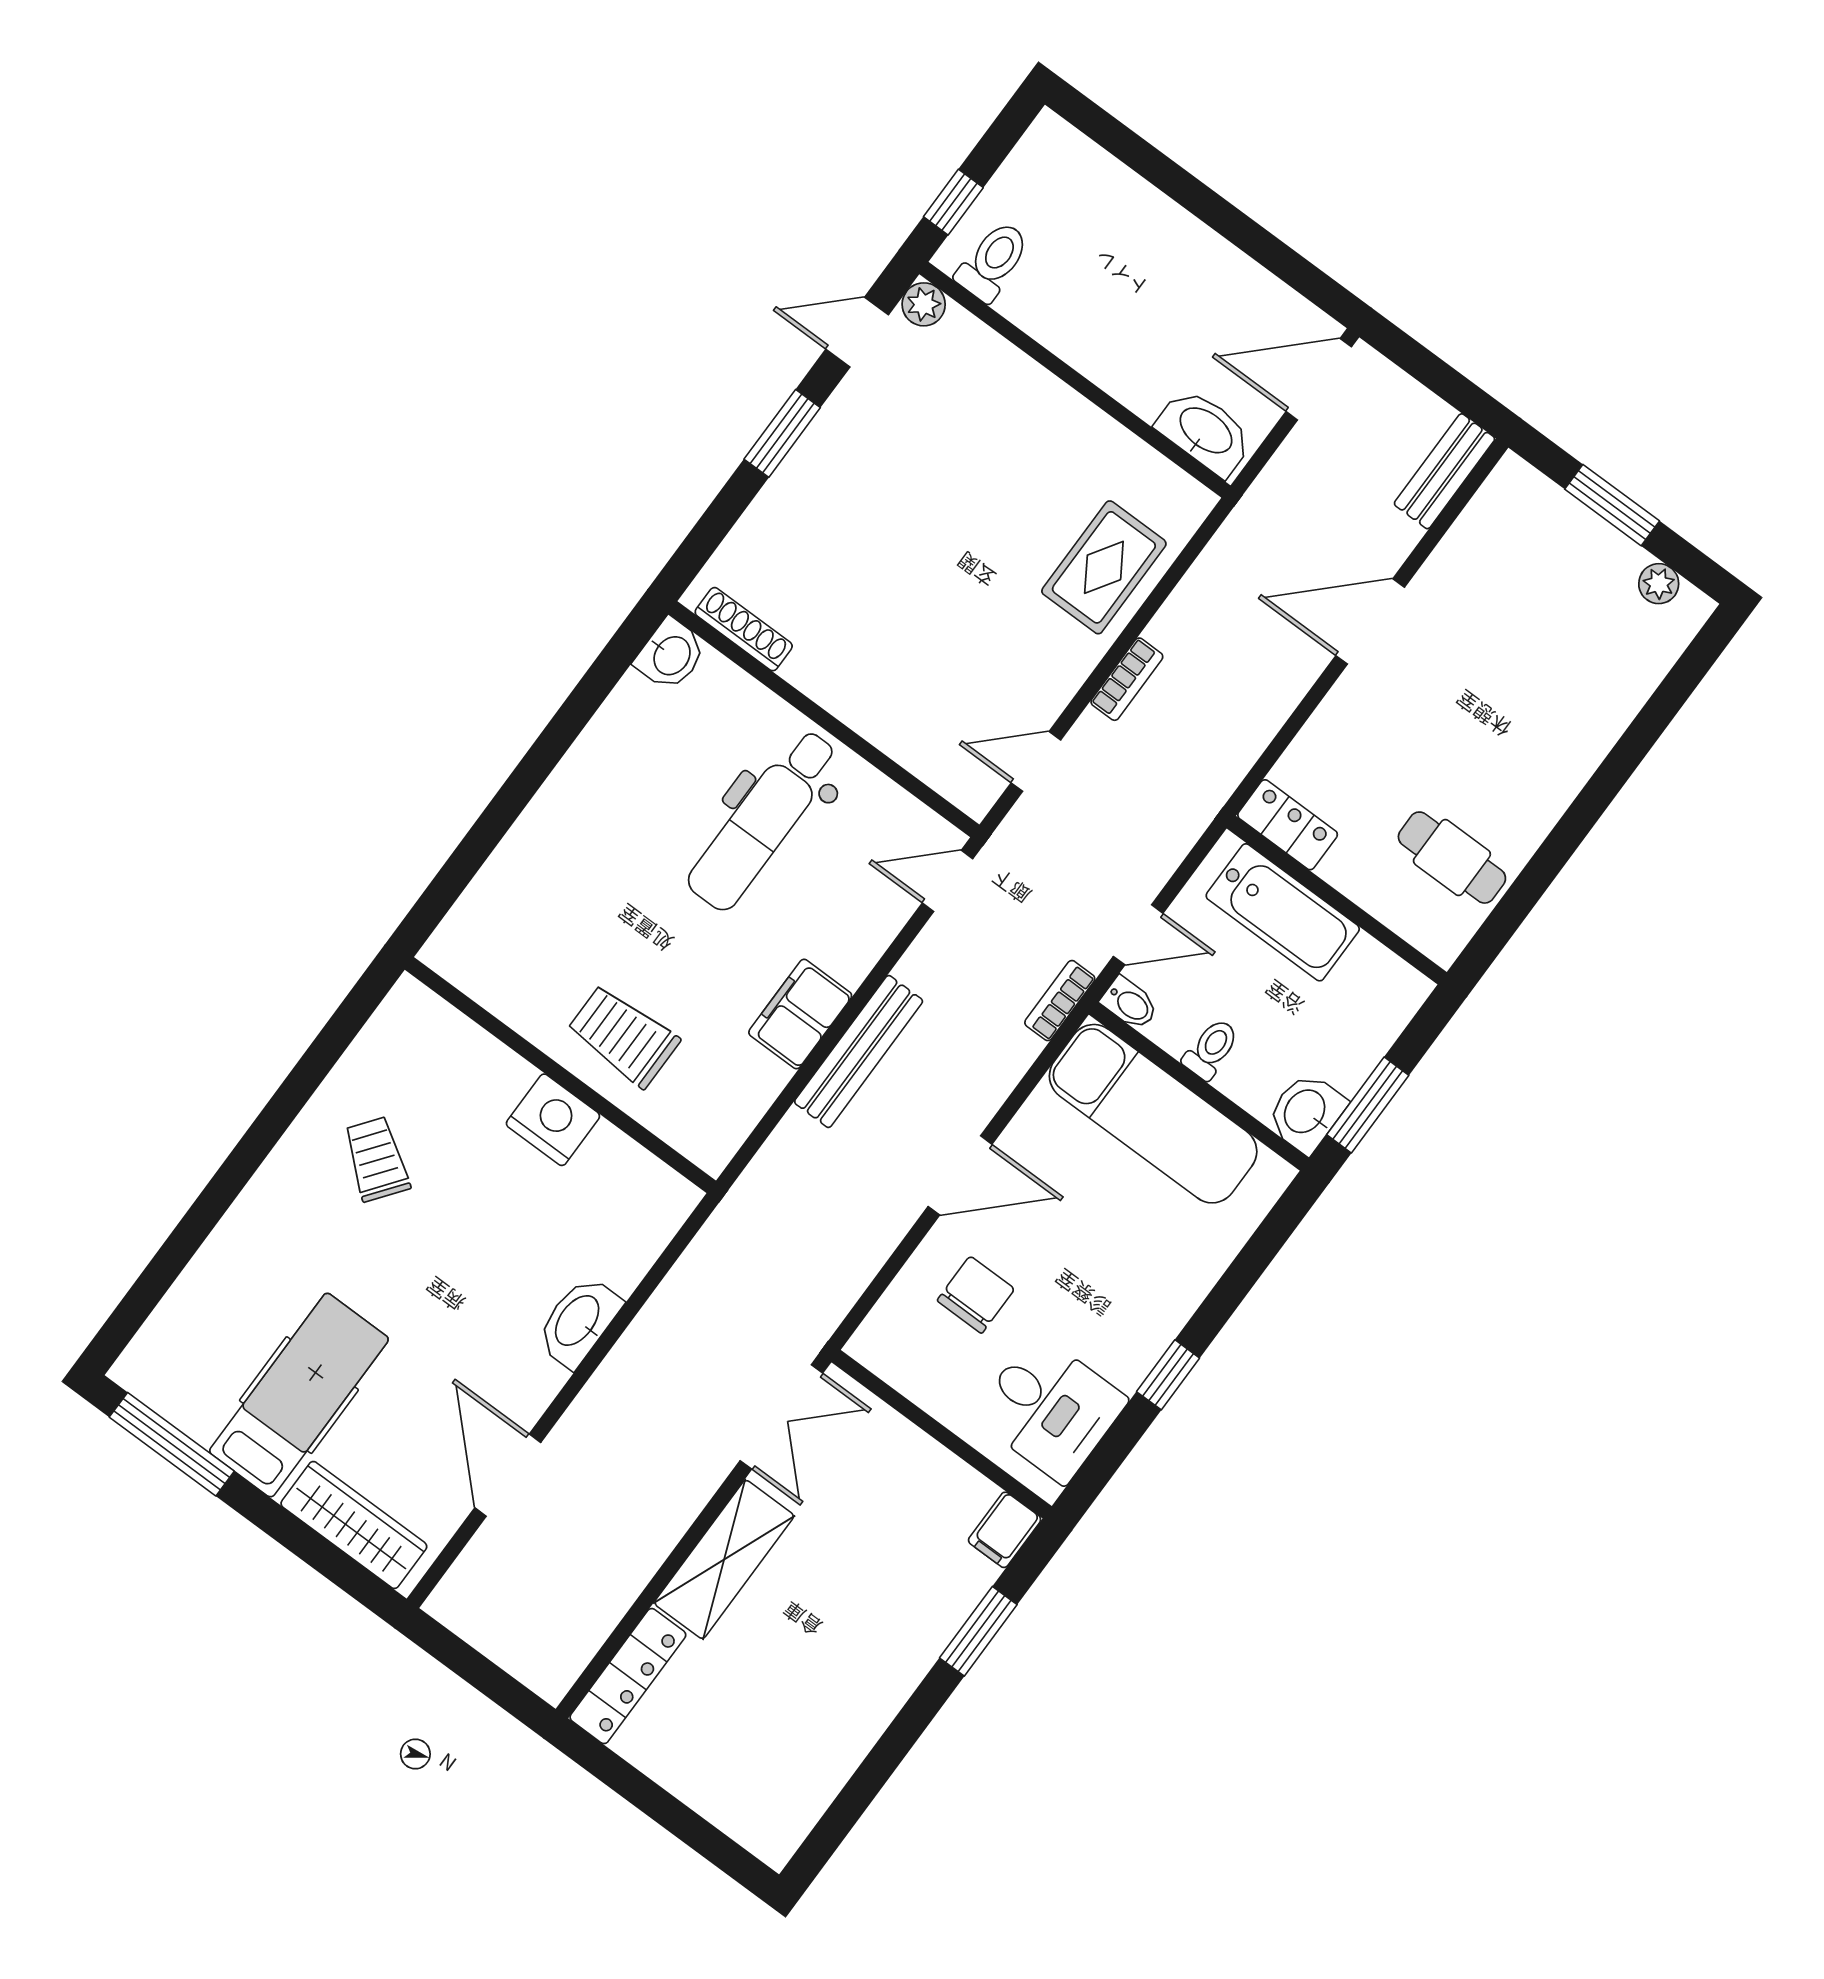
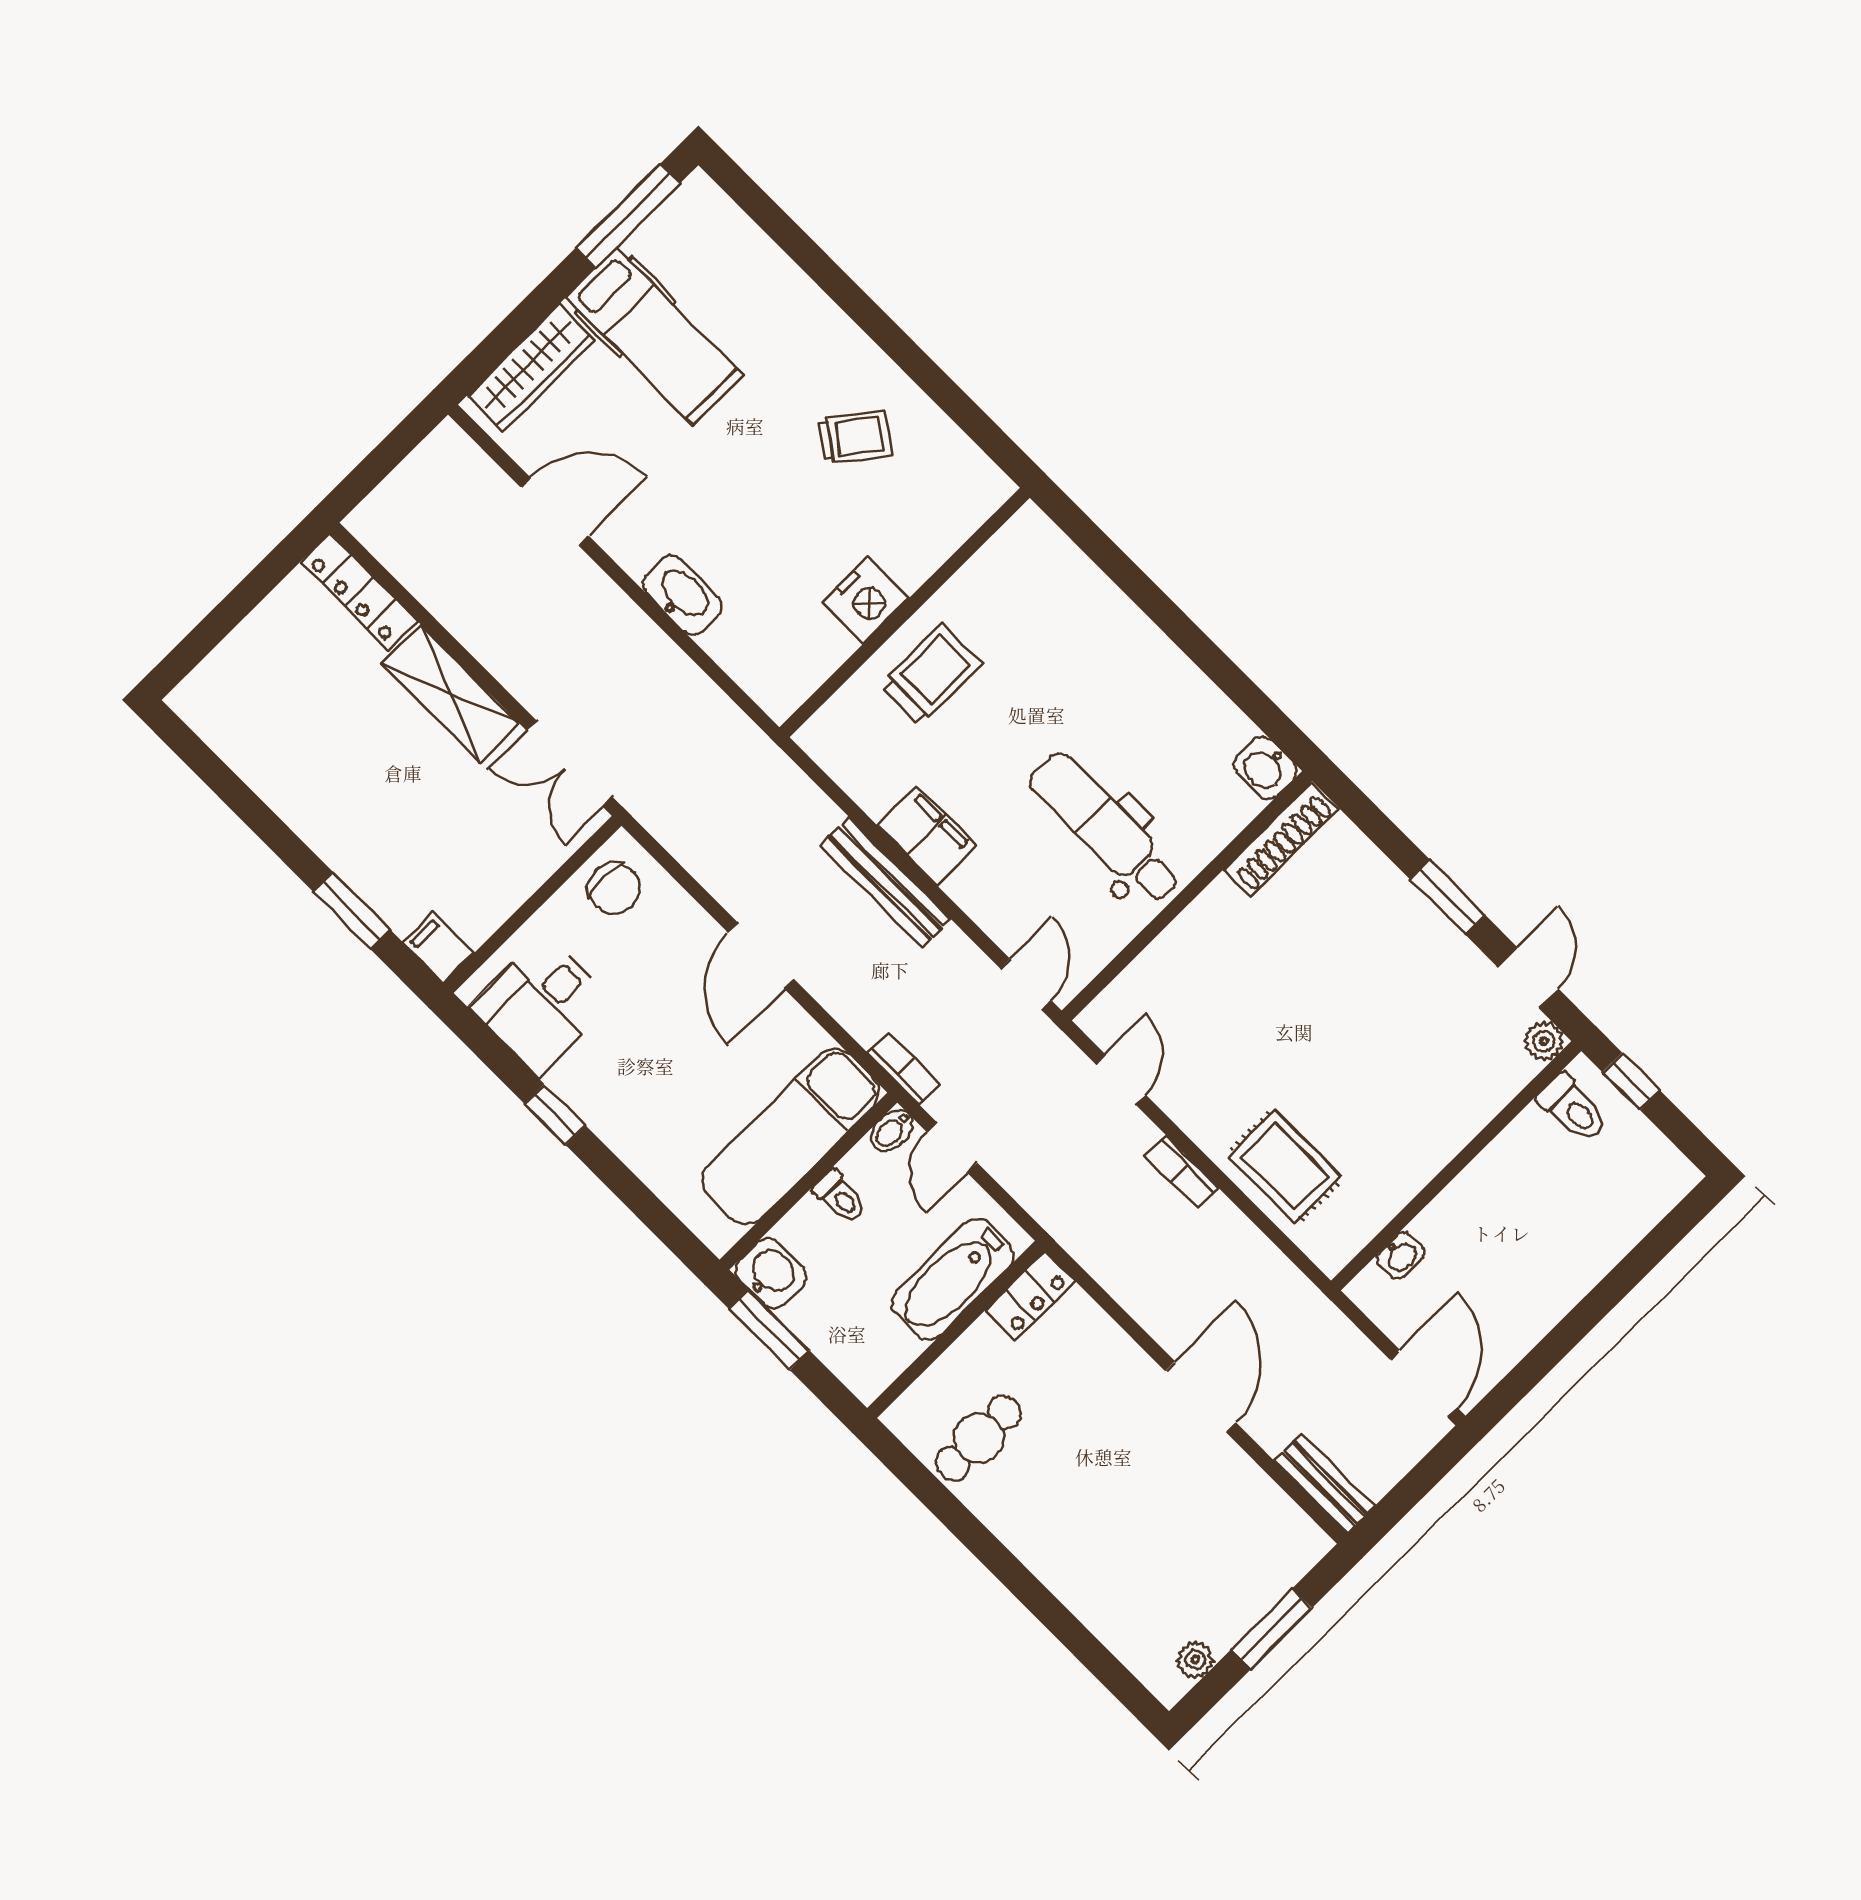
washbasin: (1205, 432) -> (1401, 1256), width x0.52, depth x0.69
shoe rack: (744, 629) -> (1281, 839), width x1.36, depth x1.24
chair: (976, 1295) -> (614, 888), moved

